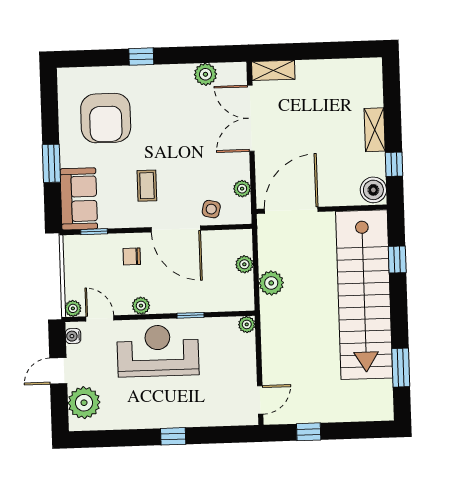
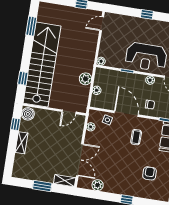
window: (316, 51) -> (42, 186), added
armchair: (106, 118) -> (150, 173), width x0.53, depth x0.53
door: (291, 210) -> (69, 112), width x0.53

